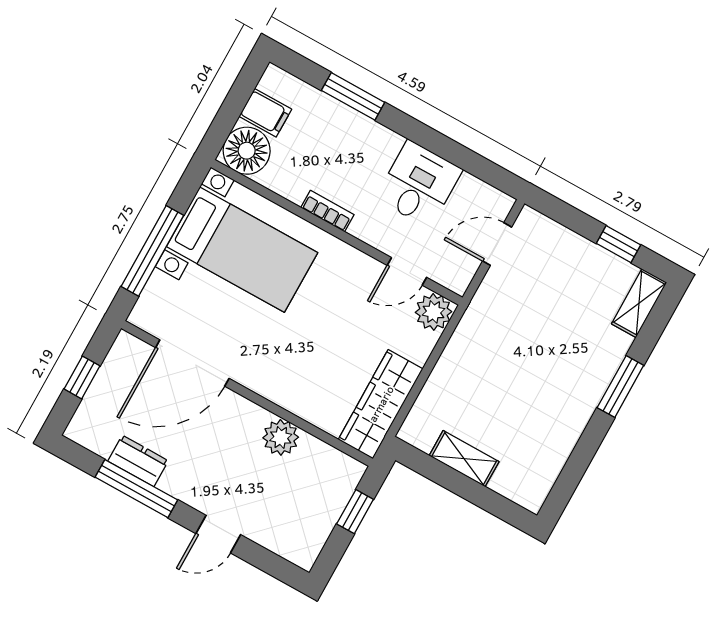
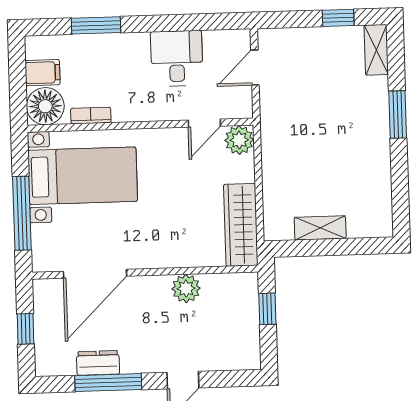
bookcase: (327, 211) -> (91, 116), moved

